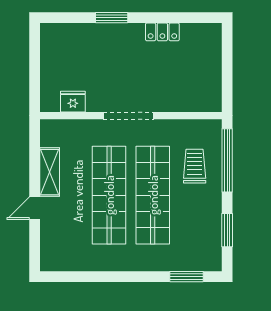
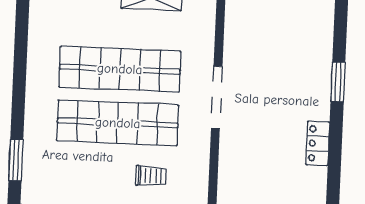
fridge: (73, 102) -> (237, 30), removed
trolley: (195, 166) -> (151, 176), width x0.73, depth x0.72

